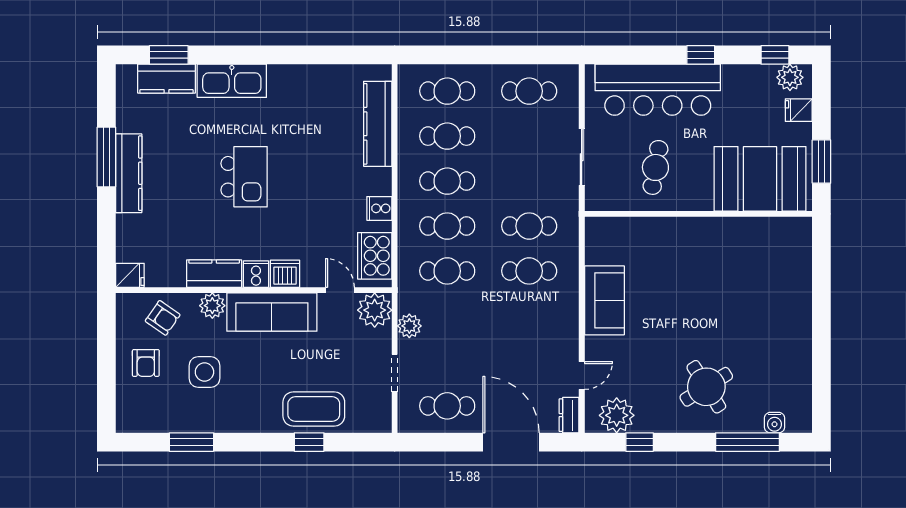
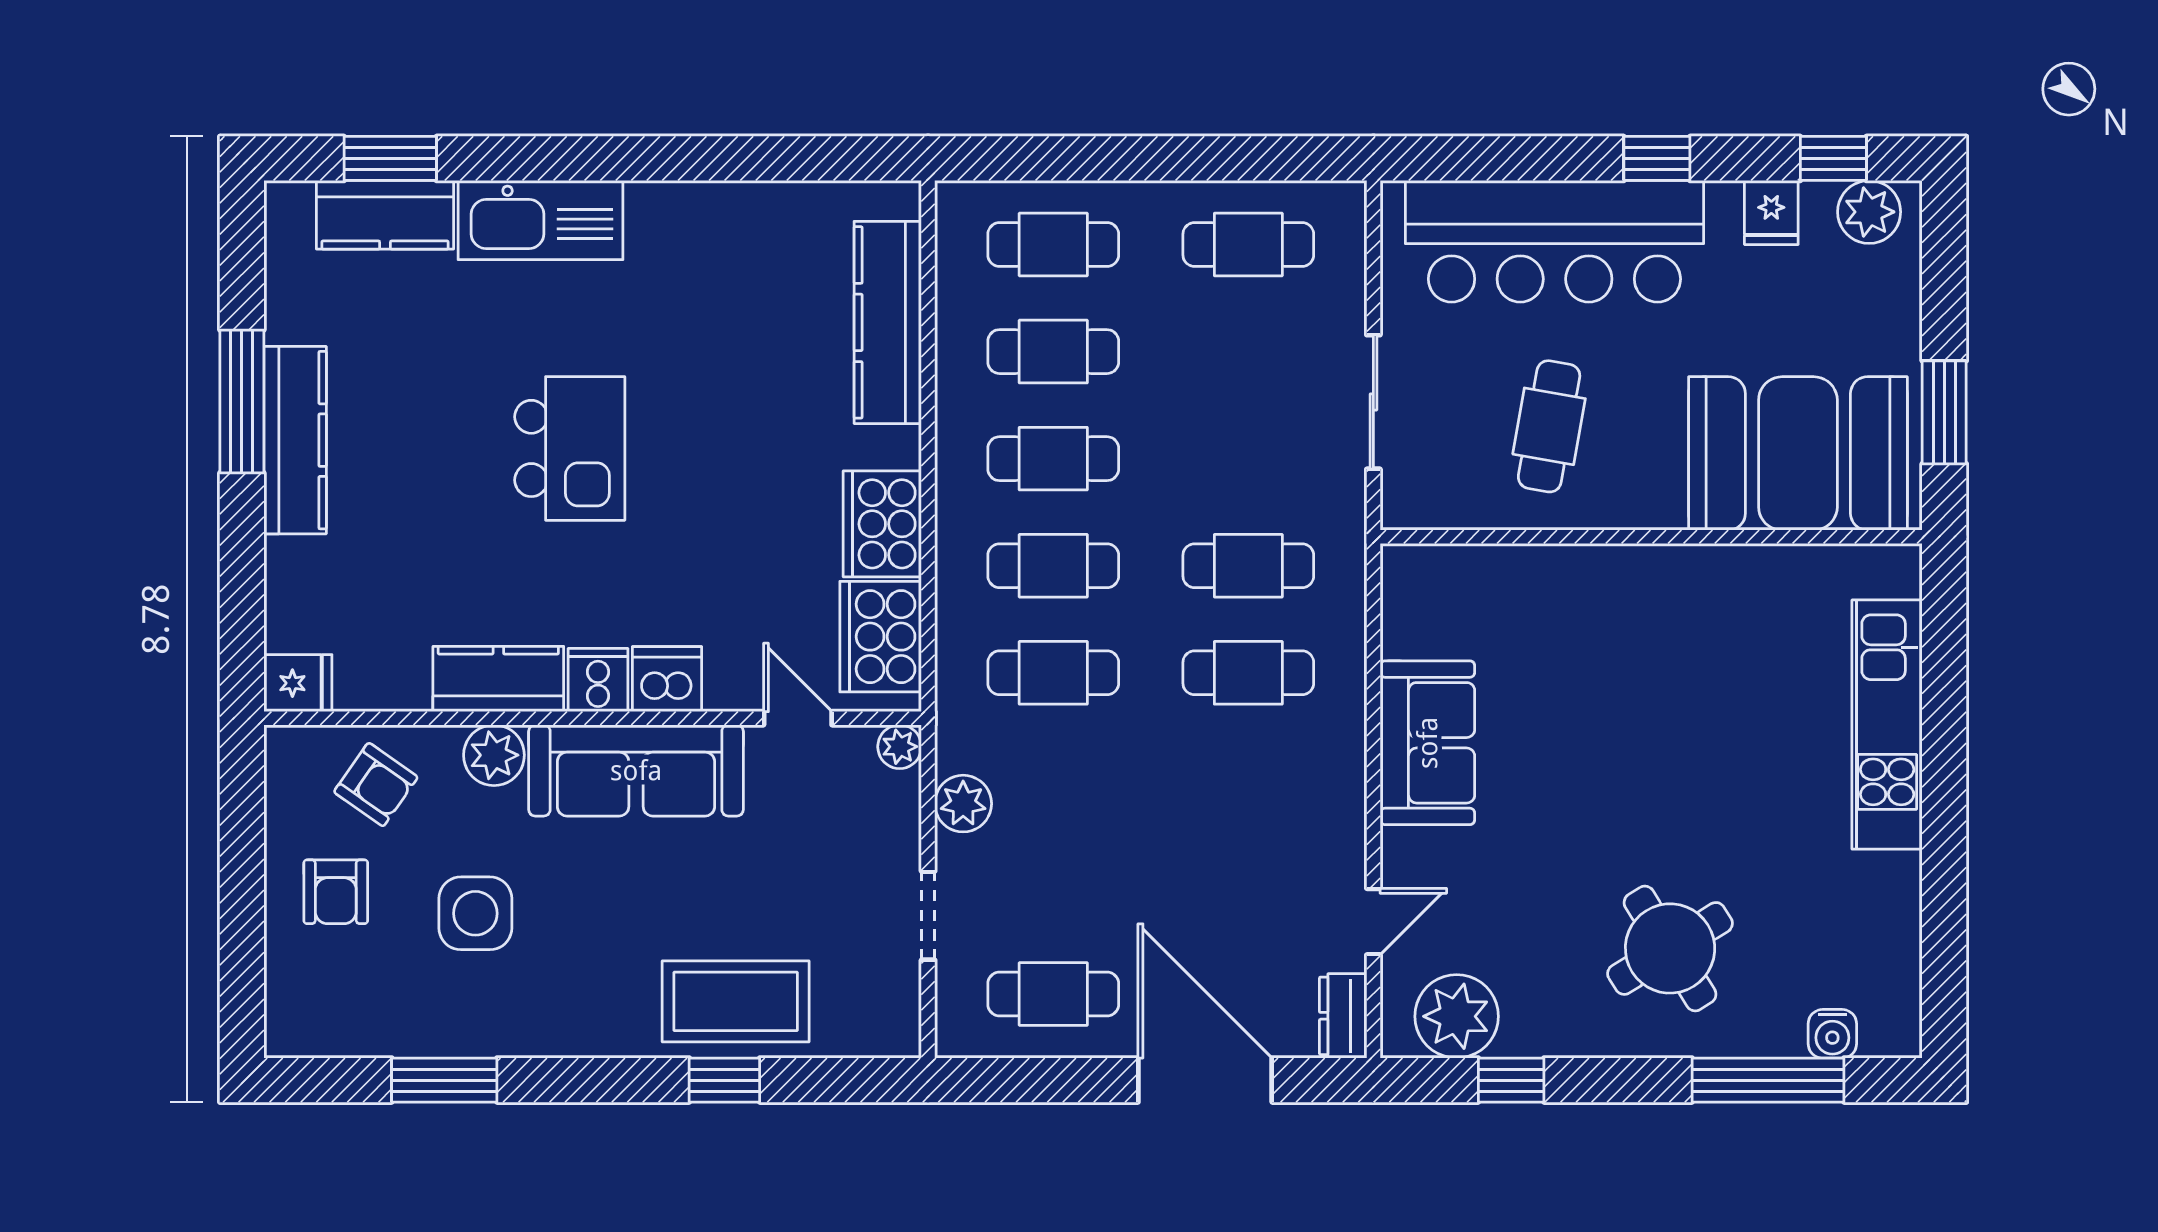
fridge: (799, 110) -> (1771, 213), moved, turned -90
cooker: (379, 208) -> (882, 524), width x1.87, depth x1.31
kitchen unit: (797, 293) -> (1887, 725), added
plant: (375, 310) -> (900, 747), width x0.53, depth x0.53

